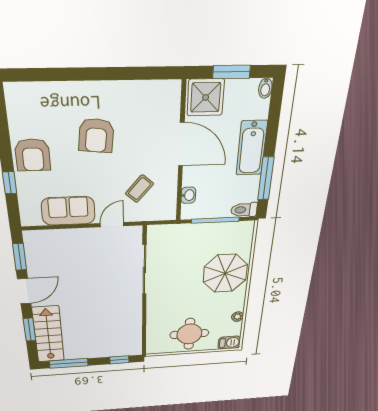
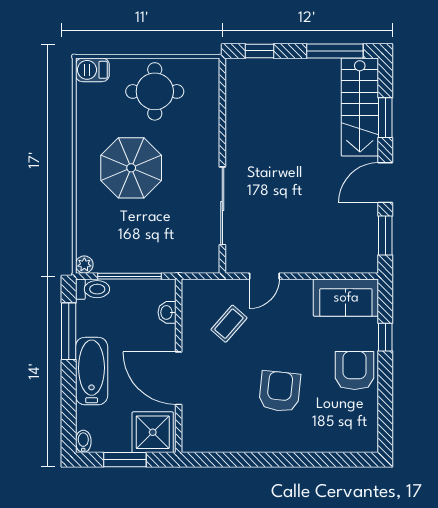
sofa: (68, 211) -> (346, 298), moved
parasol: (225, 273) -> (131, 168), moved
plant: (238, 317) -> (84, 265), moved

